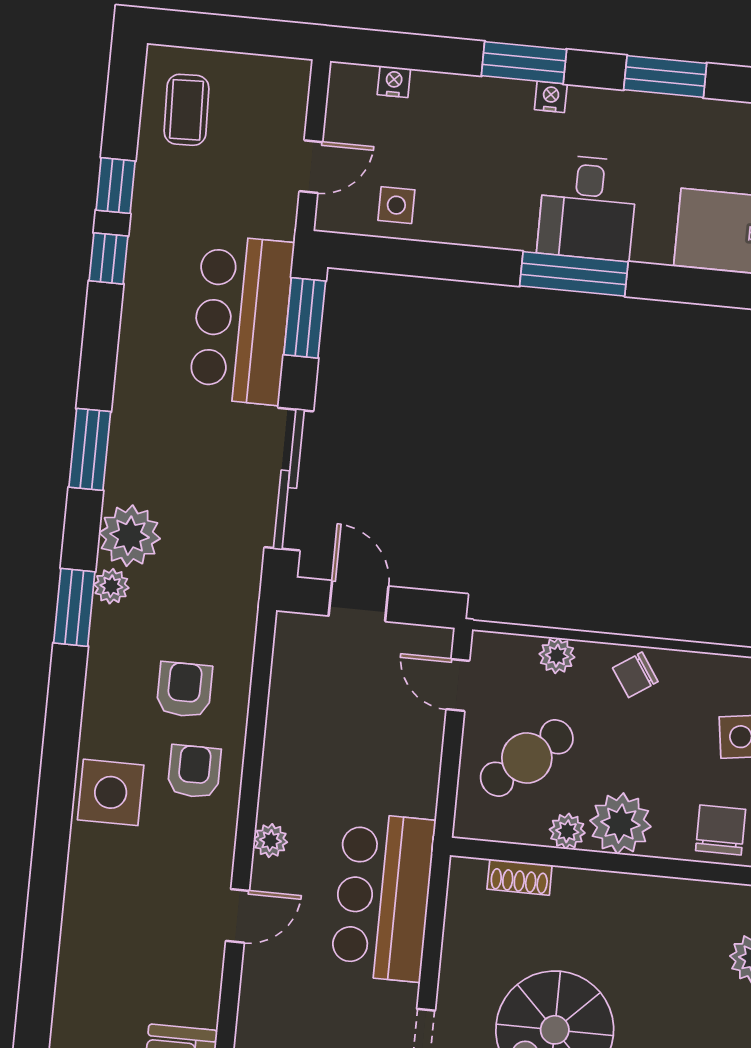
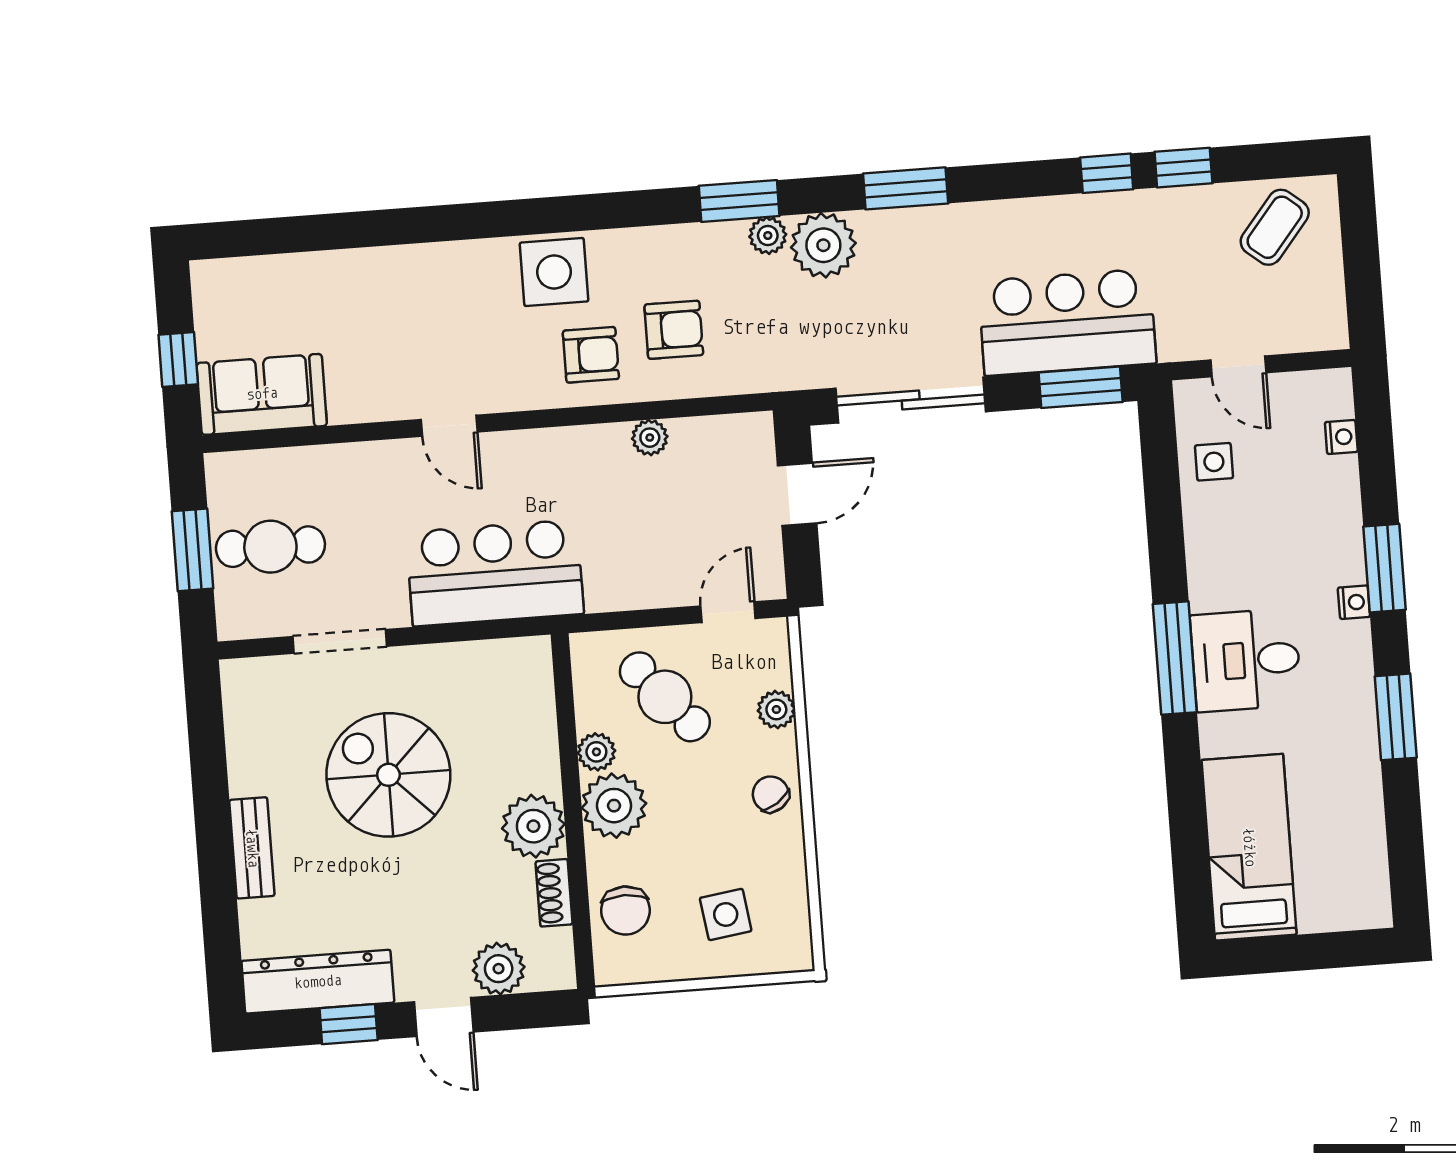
coffee table: (186, 110) -> (1275, 227), turned -49
chair: (721, 830) -> (625, 911), turned 90
plant: (271, 841) -> (650, 438), moved
shoe rack: (520, 877) -> (554, 893), moved
plant: (627, 902) -> (533, 826), added

